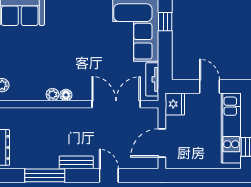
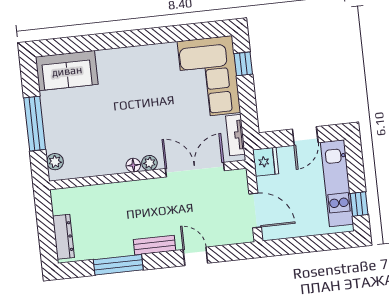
door: (210, 86) -> (305, 136), swing flipped
plant: (53, 95) -> (149, 163), moved
door: (162, 143) -> (255, 210), swing flipped

